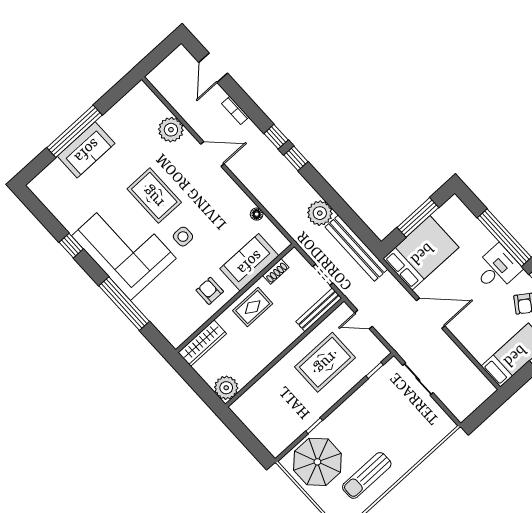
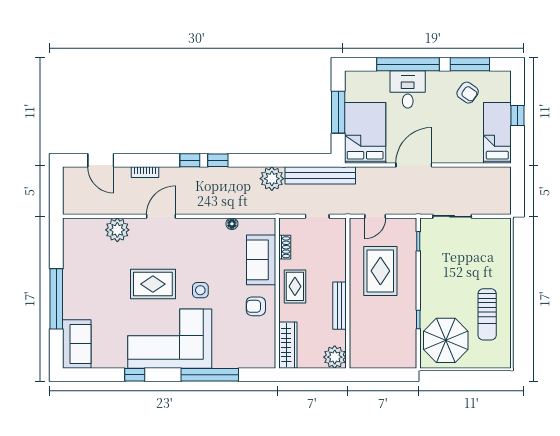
sofa: (86, 150) -> (77, 344), moved
desk: (497, 269) -> (408, 89), moved
bench: (319, 310) -> (339, 306), moved

